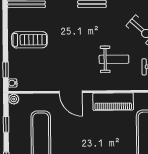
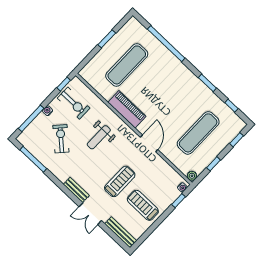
treadmill: (65, 41) -> (120, 181), added
weight bench: (114, 59) -> (99, 137), turned -90

